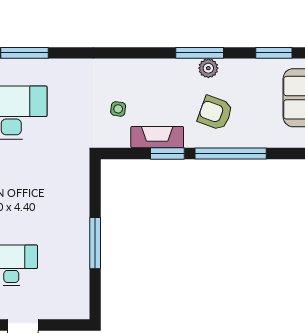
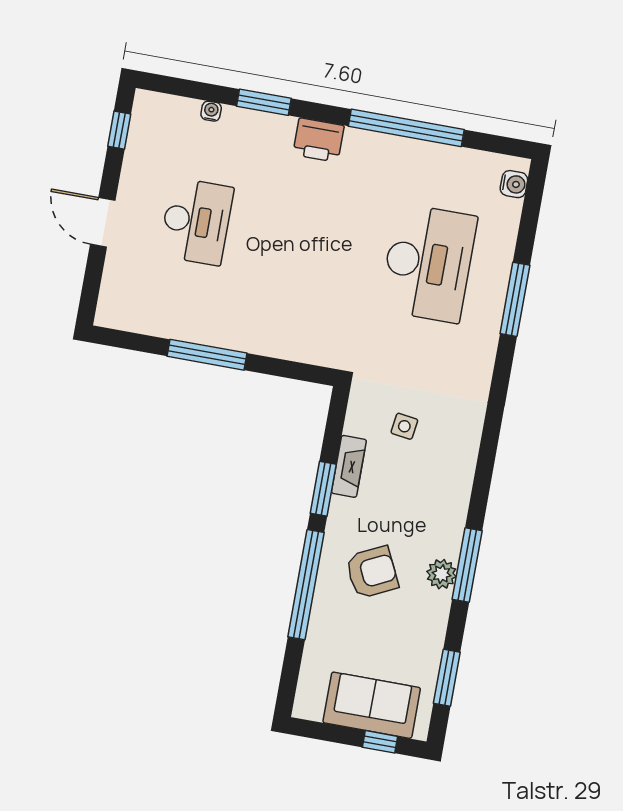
armchair: (215, 113) -> (372, 572), turned 44
fireplace: (157, 137) -> (349, 466), width x0.73, depth x0.76

